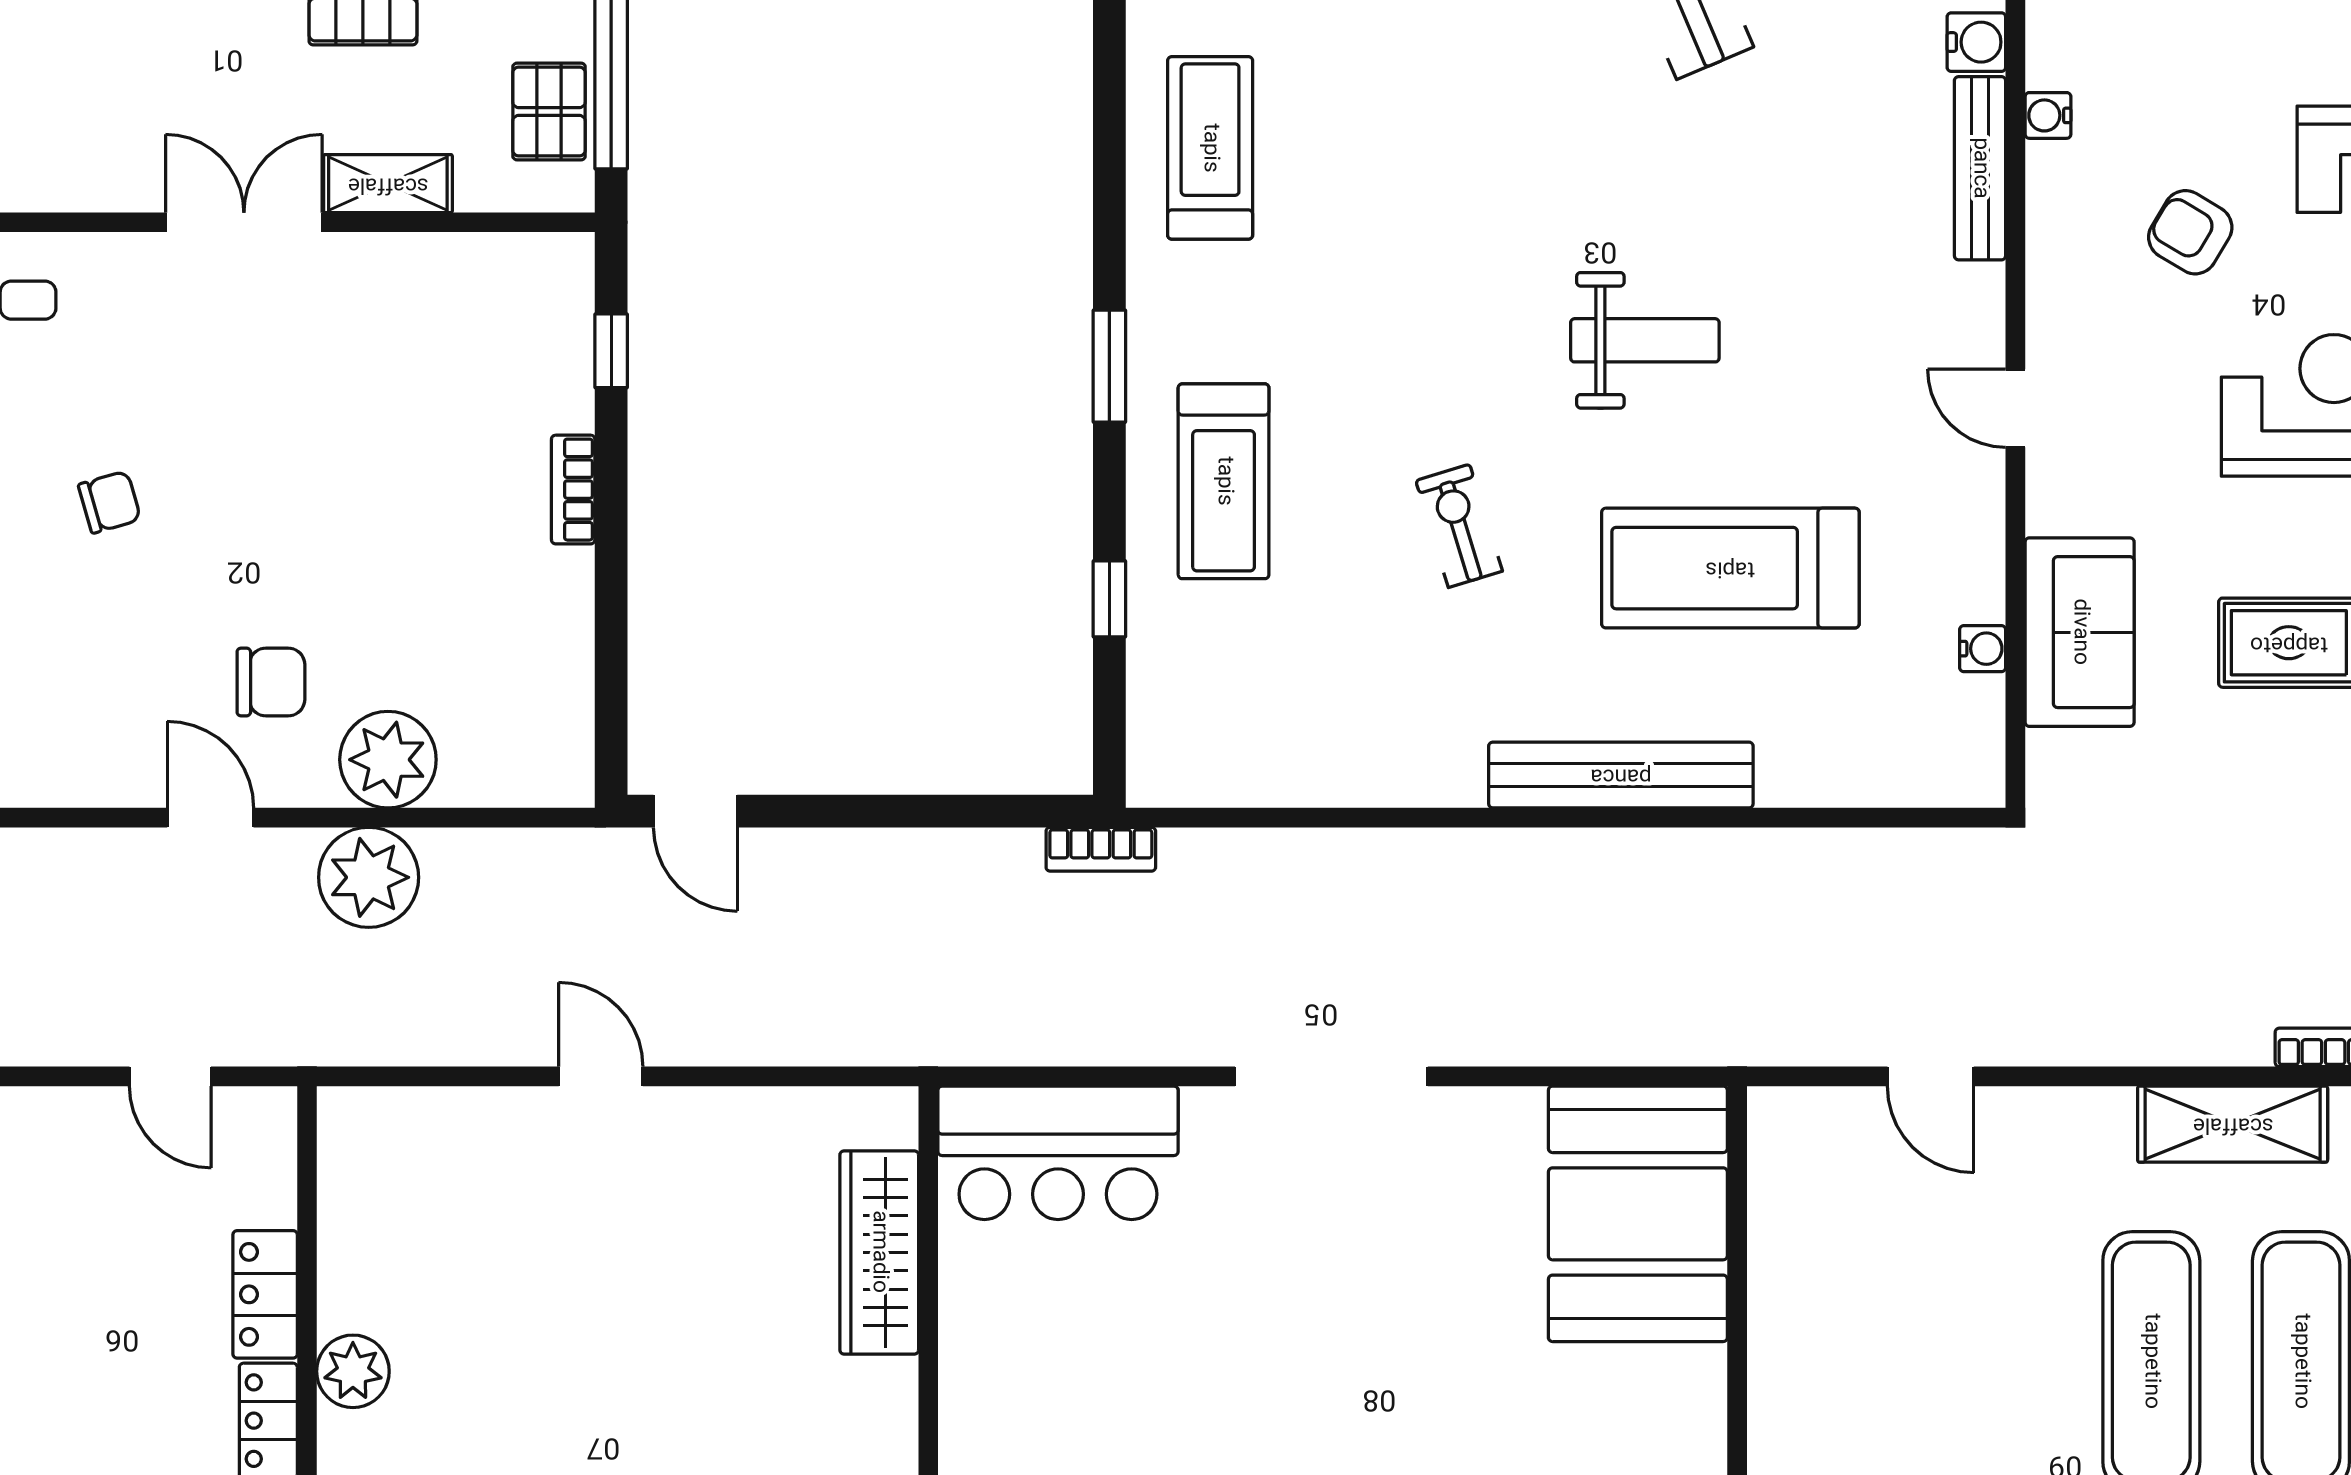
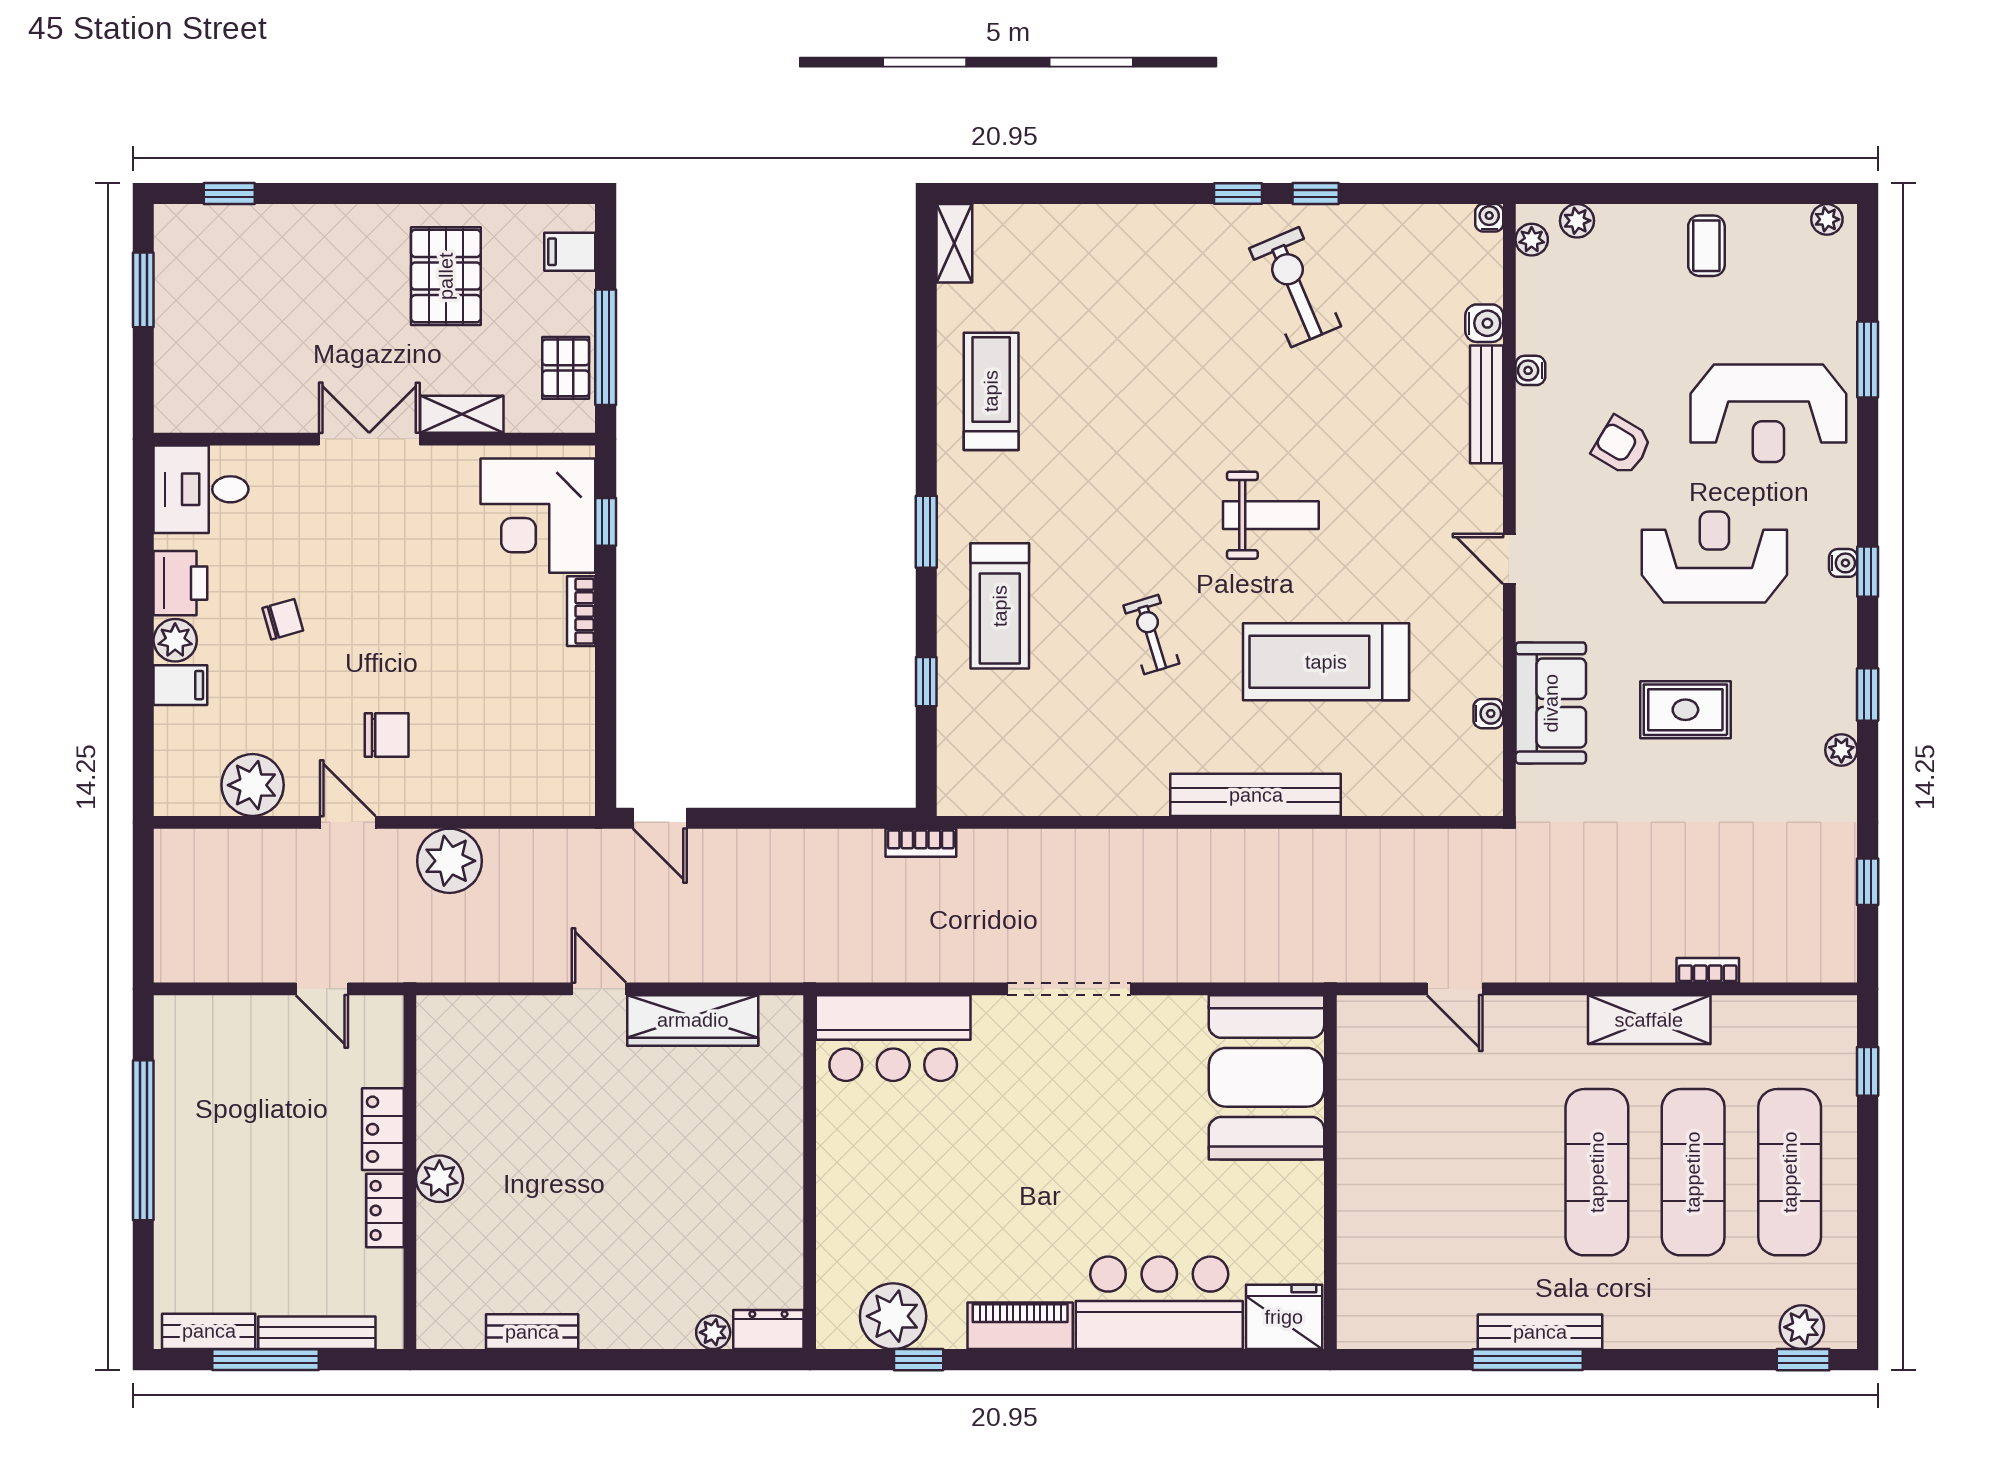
corner desk: (506, 341) -> (538, 516), added
plant: (388, 760) -> (253, 785), moved
wardrobe: (879, 1252) -> (693, 1020), moved, turned -90

